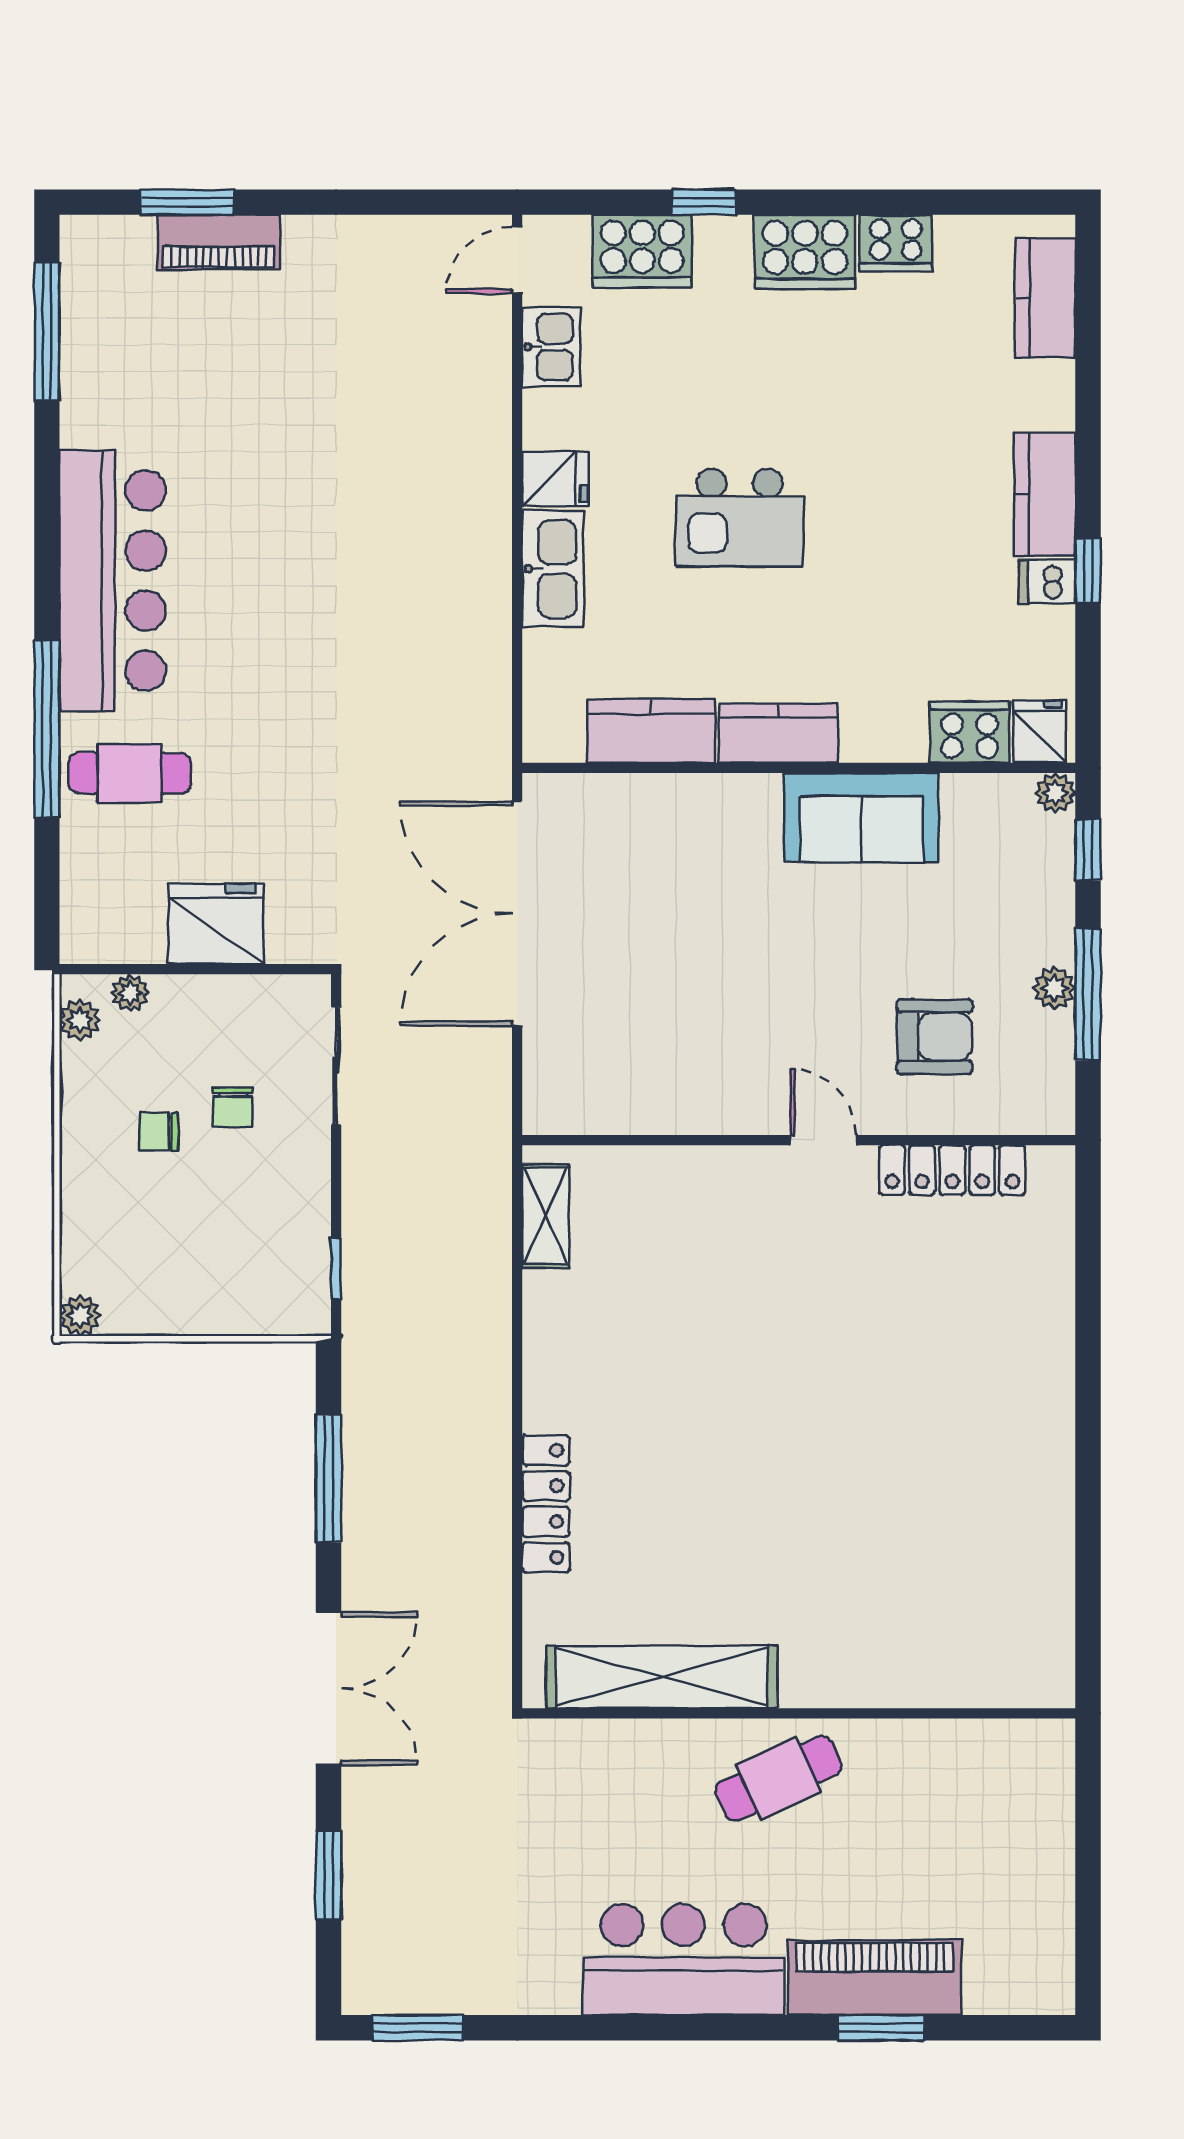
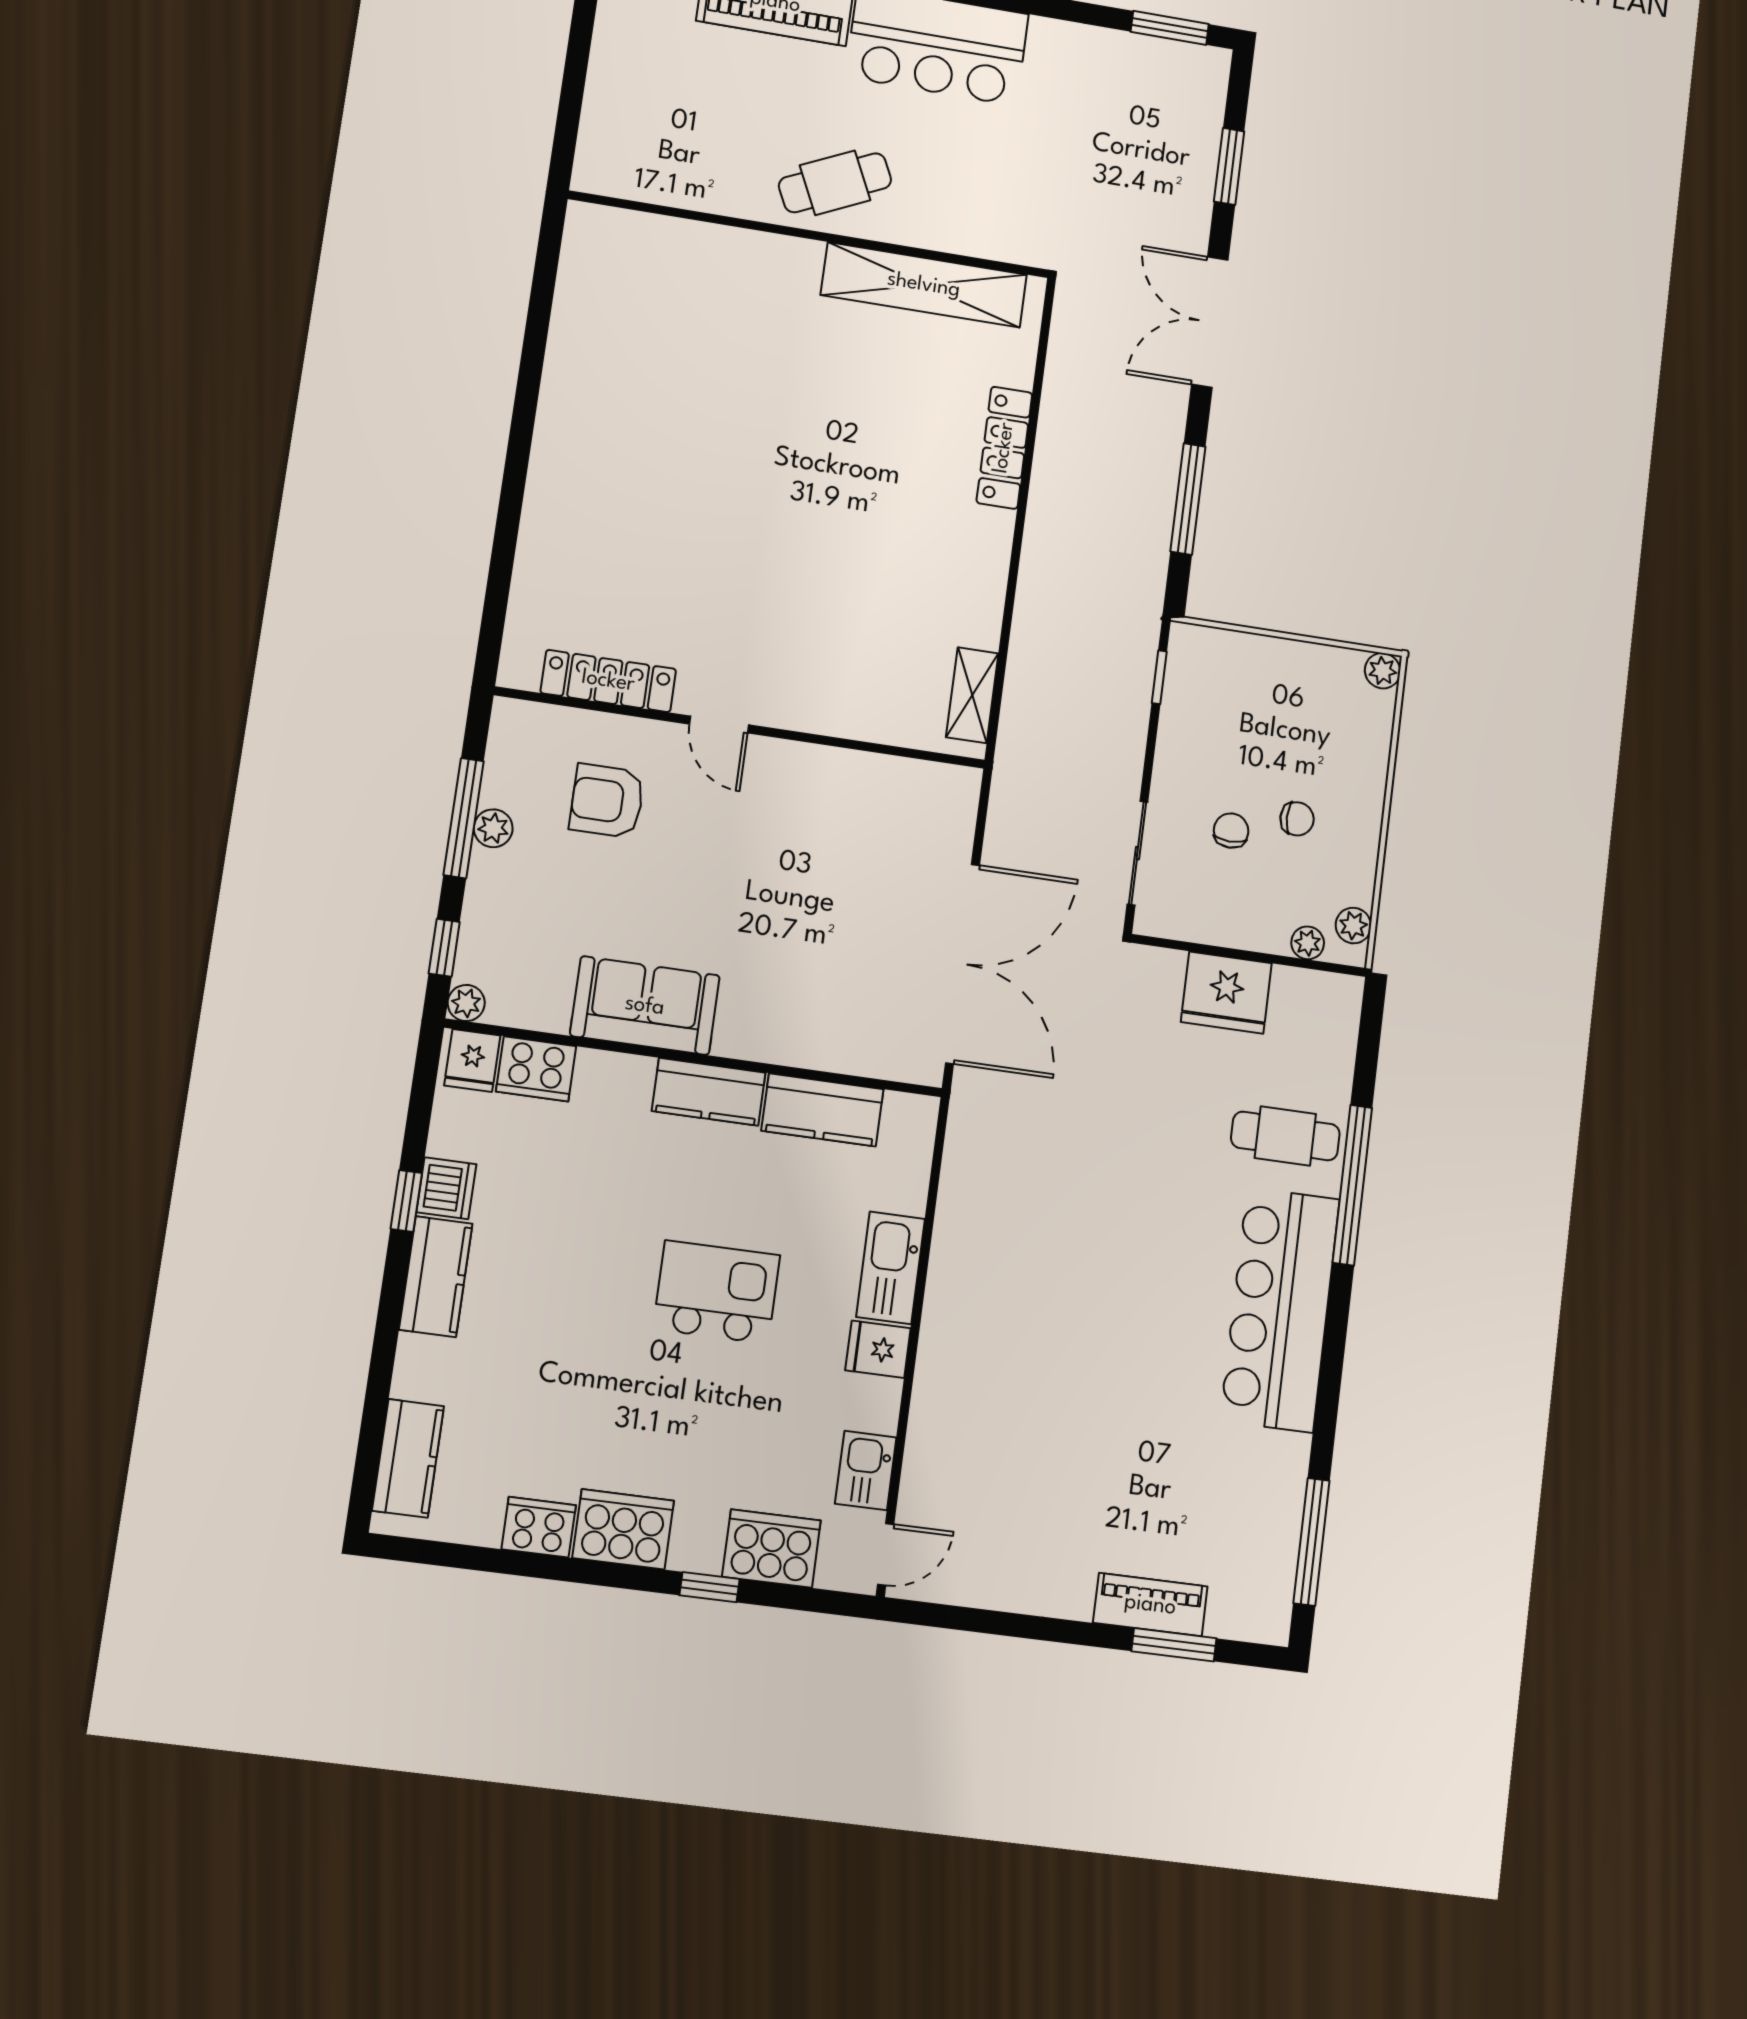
dishwasher: (1047, 582) -> (446, 1188), width x1.38

